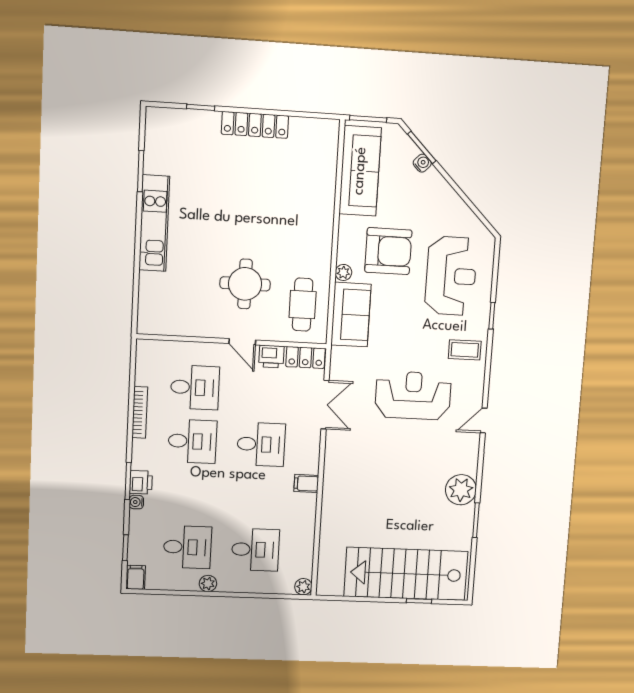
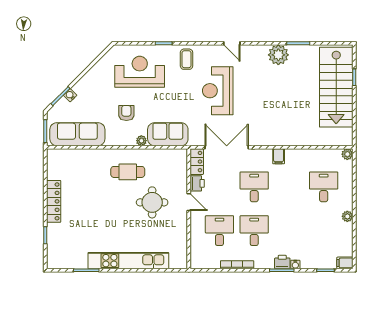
kitchen unit: (154, 223) -> (128, 261), width x1.36
armchair: (388, 251) -> (126, 113), width x0.53, depth x0.53
cafe table: (303, 305) -> (128, 172), moved
door: (242, 342) -> (189, 202), hinge flipped
double door: (325, 405) -> (227, 147), width x1.37
desk: (187, 547) -> (324, 231), removed

